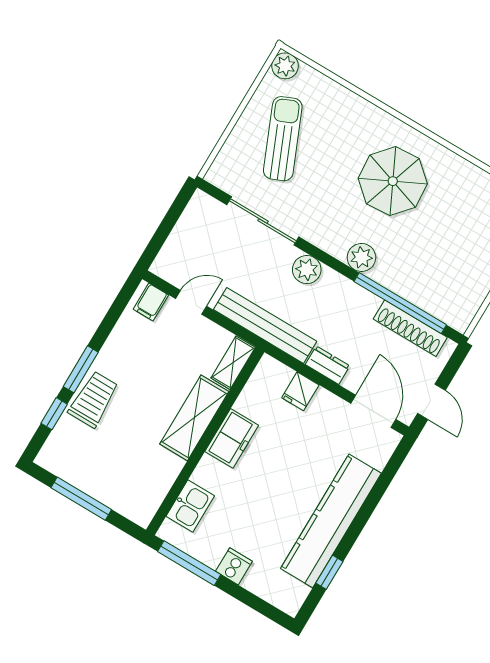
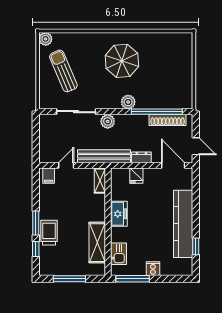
shelving: (194, 418) -> (97, 243), moved

